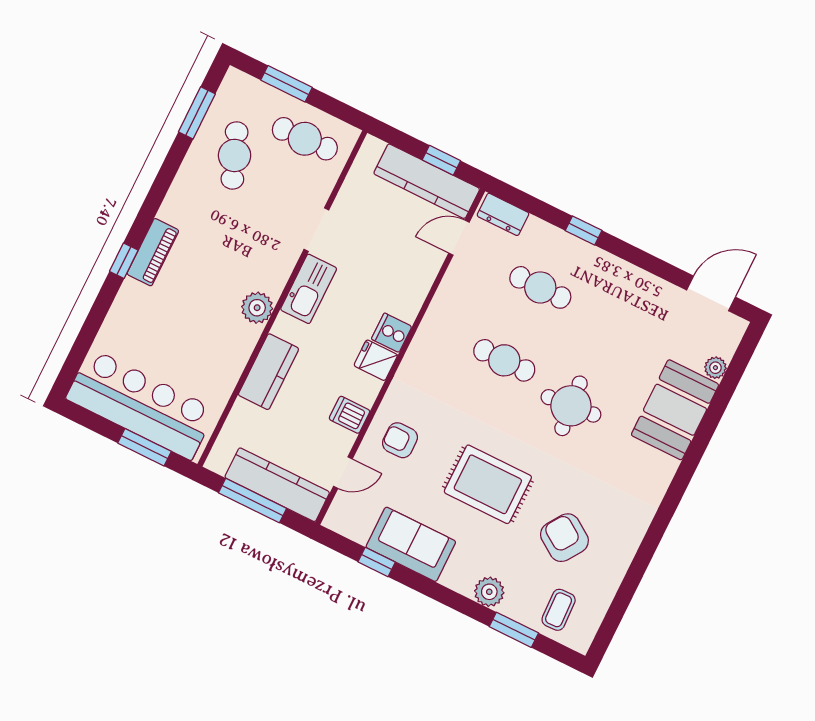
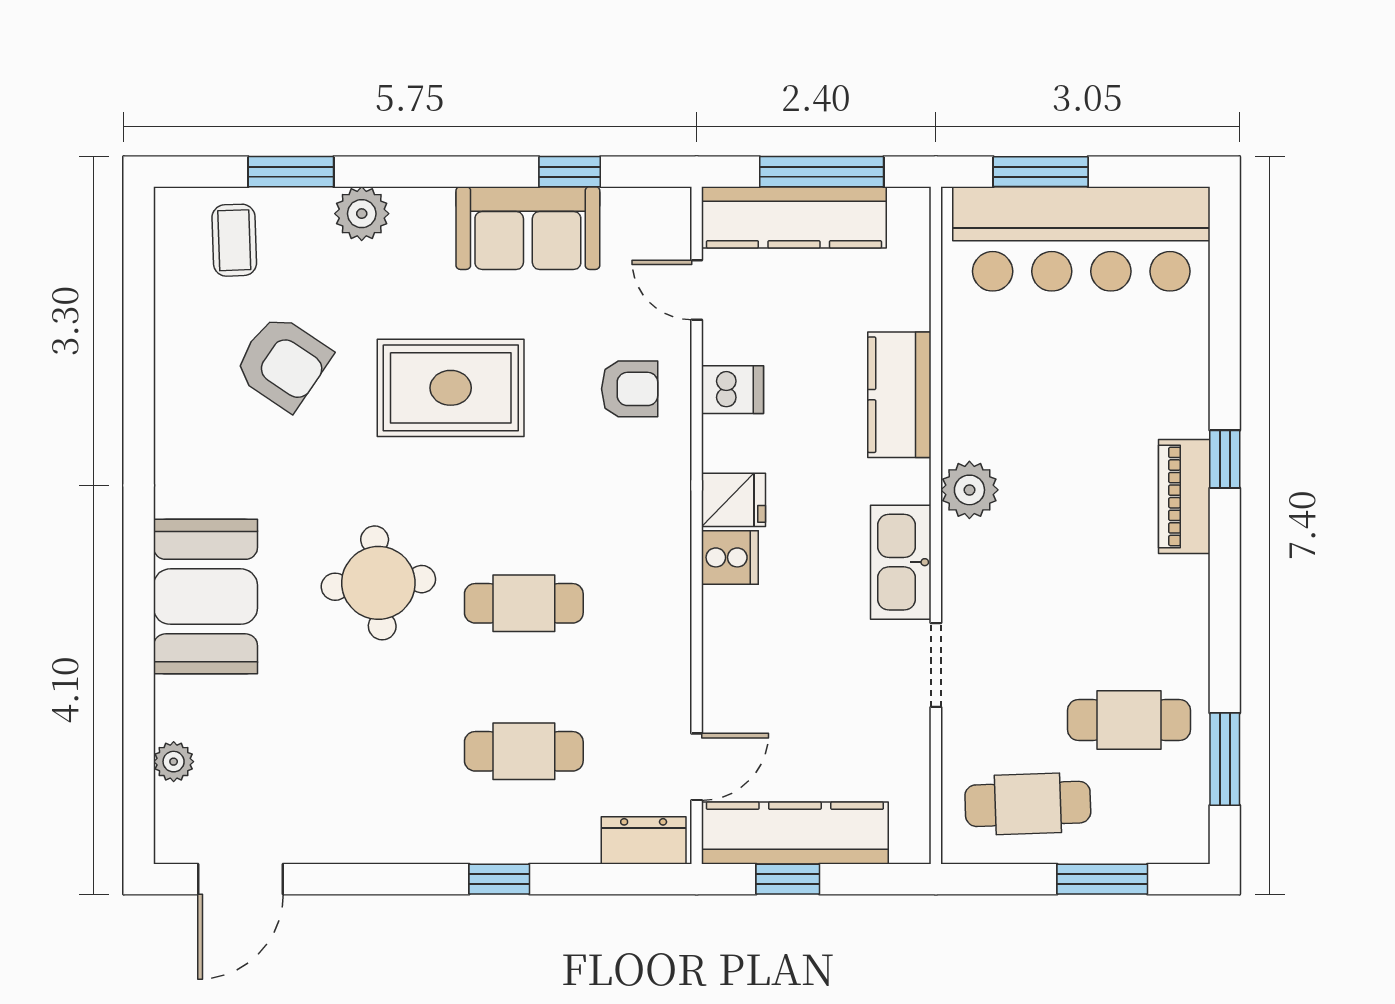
cafe table: (235, 155) -> (1129, 720), turned -69
booth: (675, 410) -> (205, 597), moved
door: (343, 473) -> (697, 290), hinge flipped

